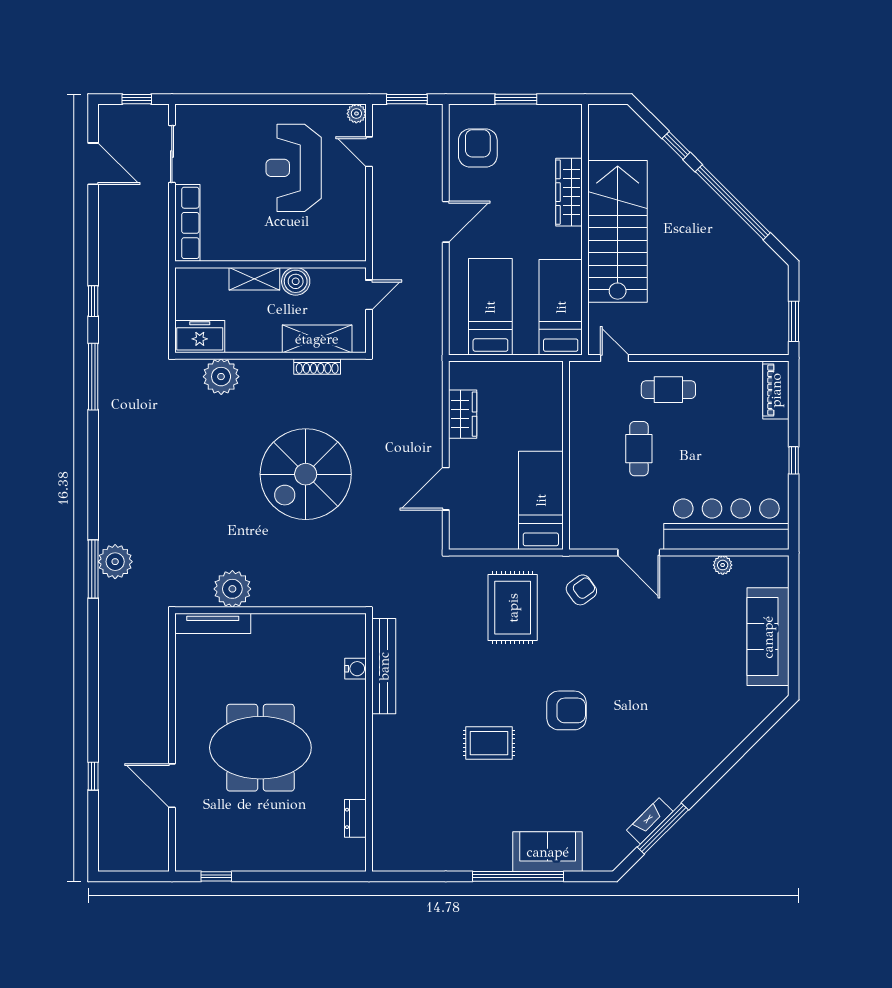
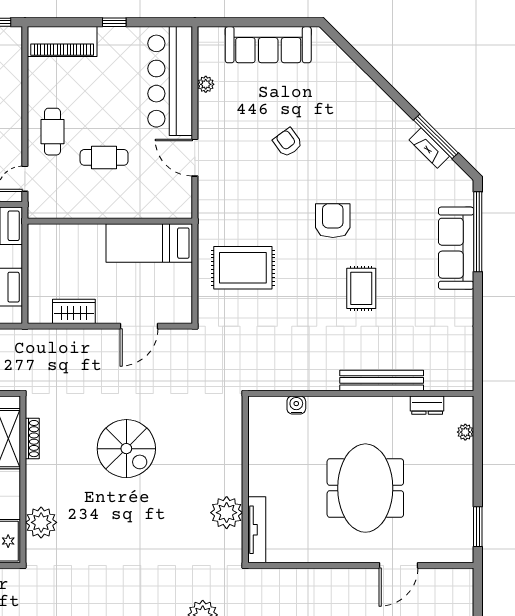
piano: (776, 390) -> (62, 42), width x1.37, depth x1.33
spiral stairs: (306, 474) -> (126, 449), width x0.73, depth x0.73
door: (446, 489) -> (139, 326), hinge flipped
door: (639, 553) -> (195, 158), swing flipped
armchair: (581, 590) -> (288, 142), moved
bench: (384, 666) -> (382, 380), moved
sofa: (548, 852) -> (456, 248), width x1.36
plant: (325, 862) -> (465, 432), added
window: (216, 876) -> (478, 527), width x1.50
window: (518, 876) -> (478, 232), moved

